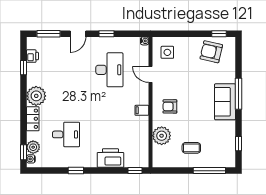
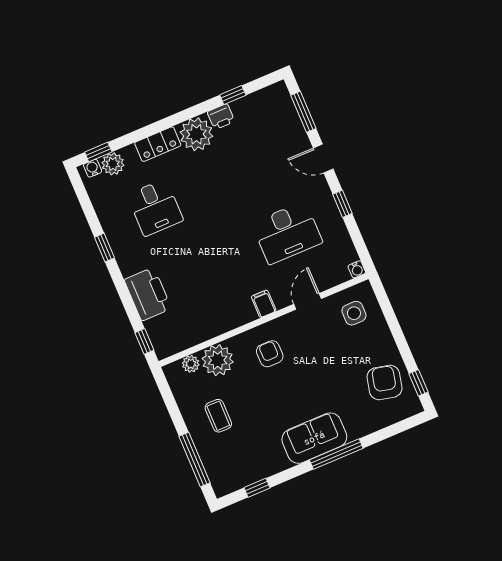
printer: (32, 56) -> (221, 117), moved
filing cabinet: (142, 110) -> (264, 304), moved
plant: (157, 151) -> (191, 364), added

